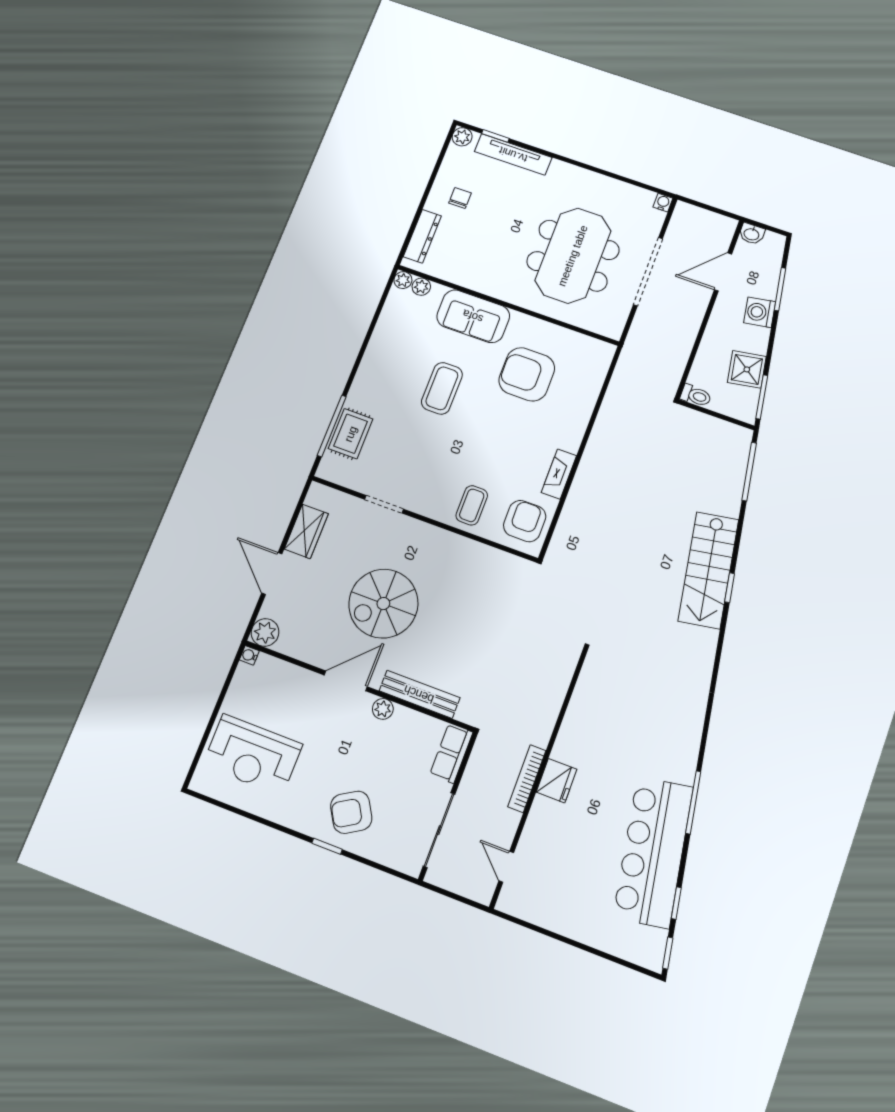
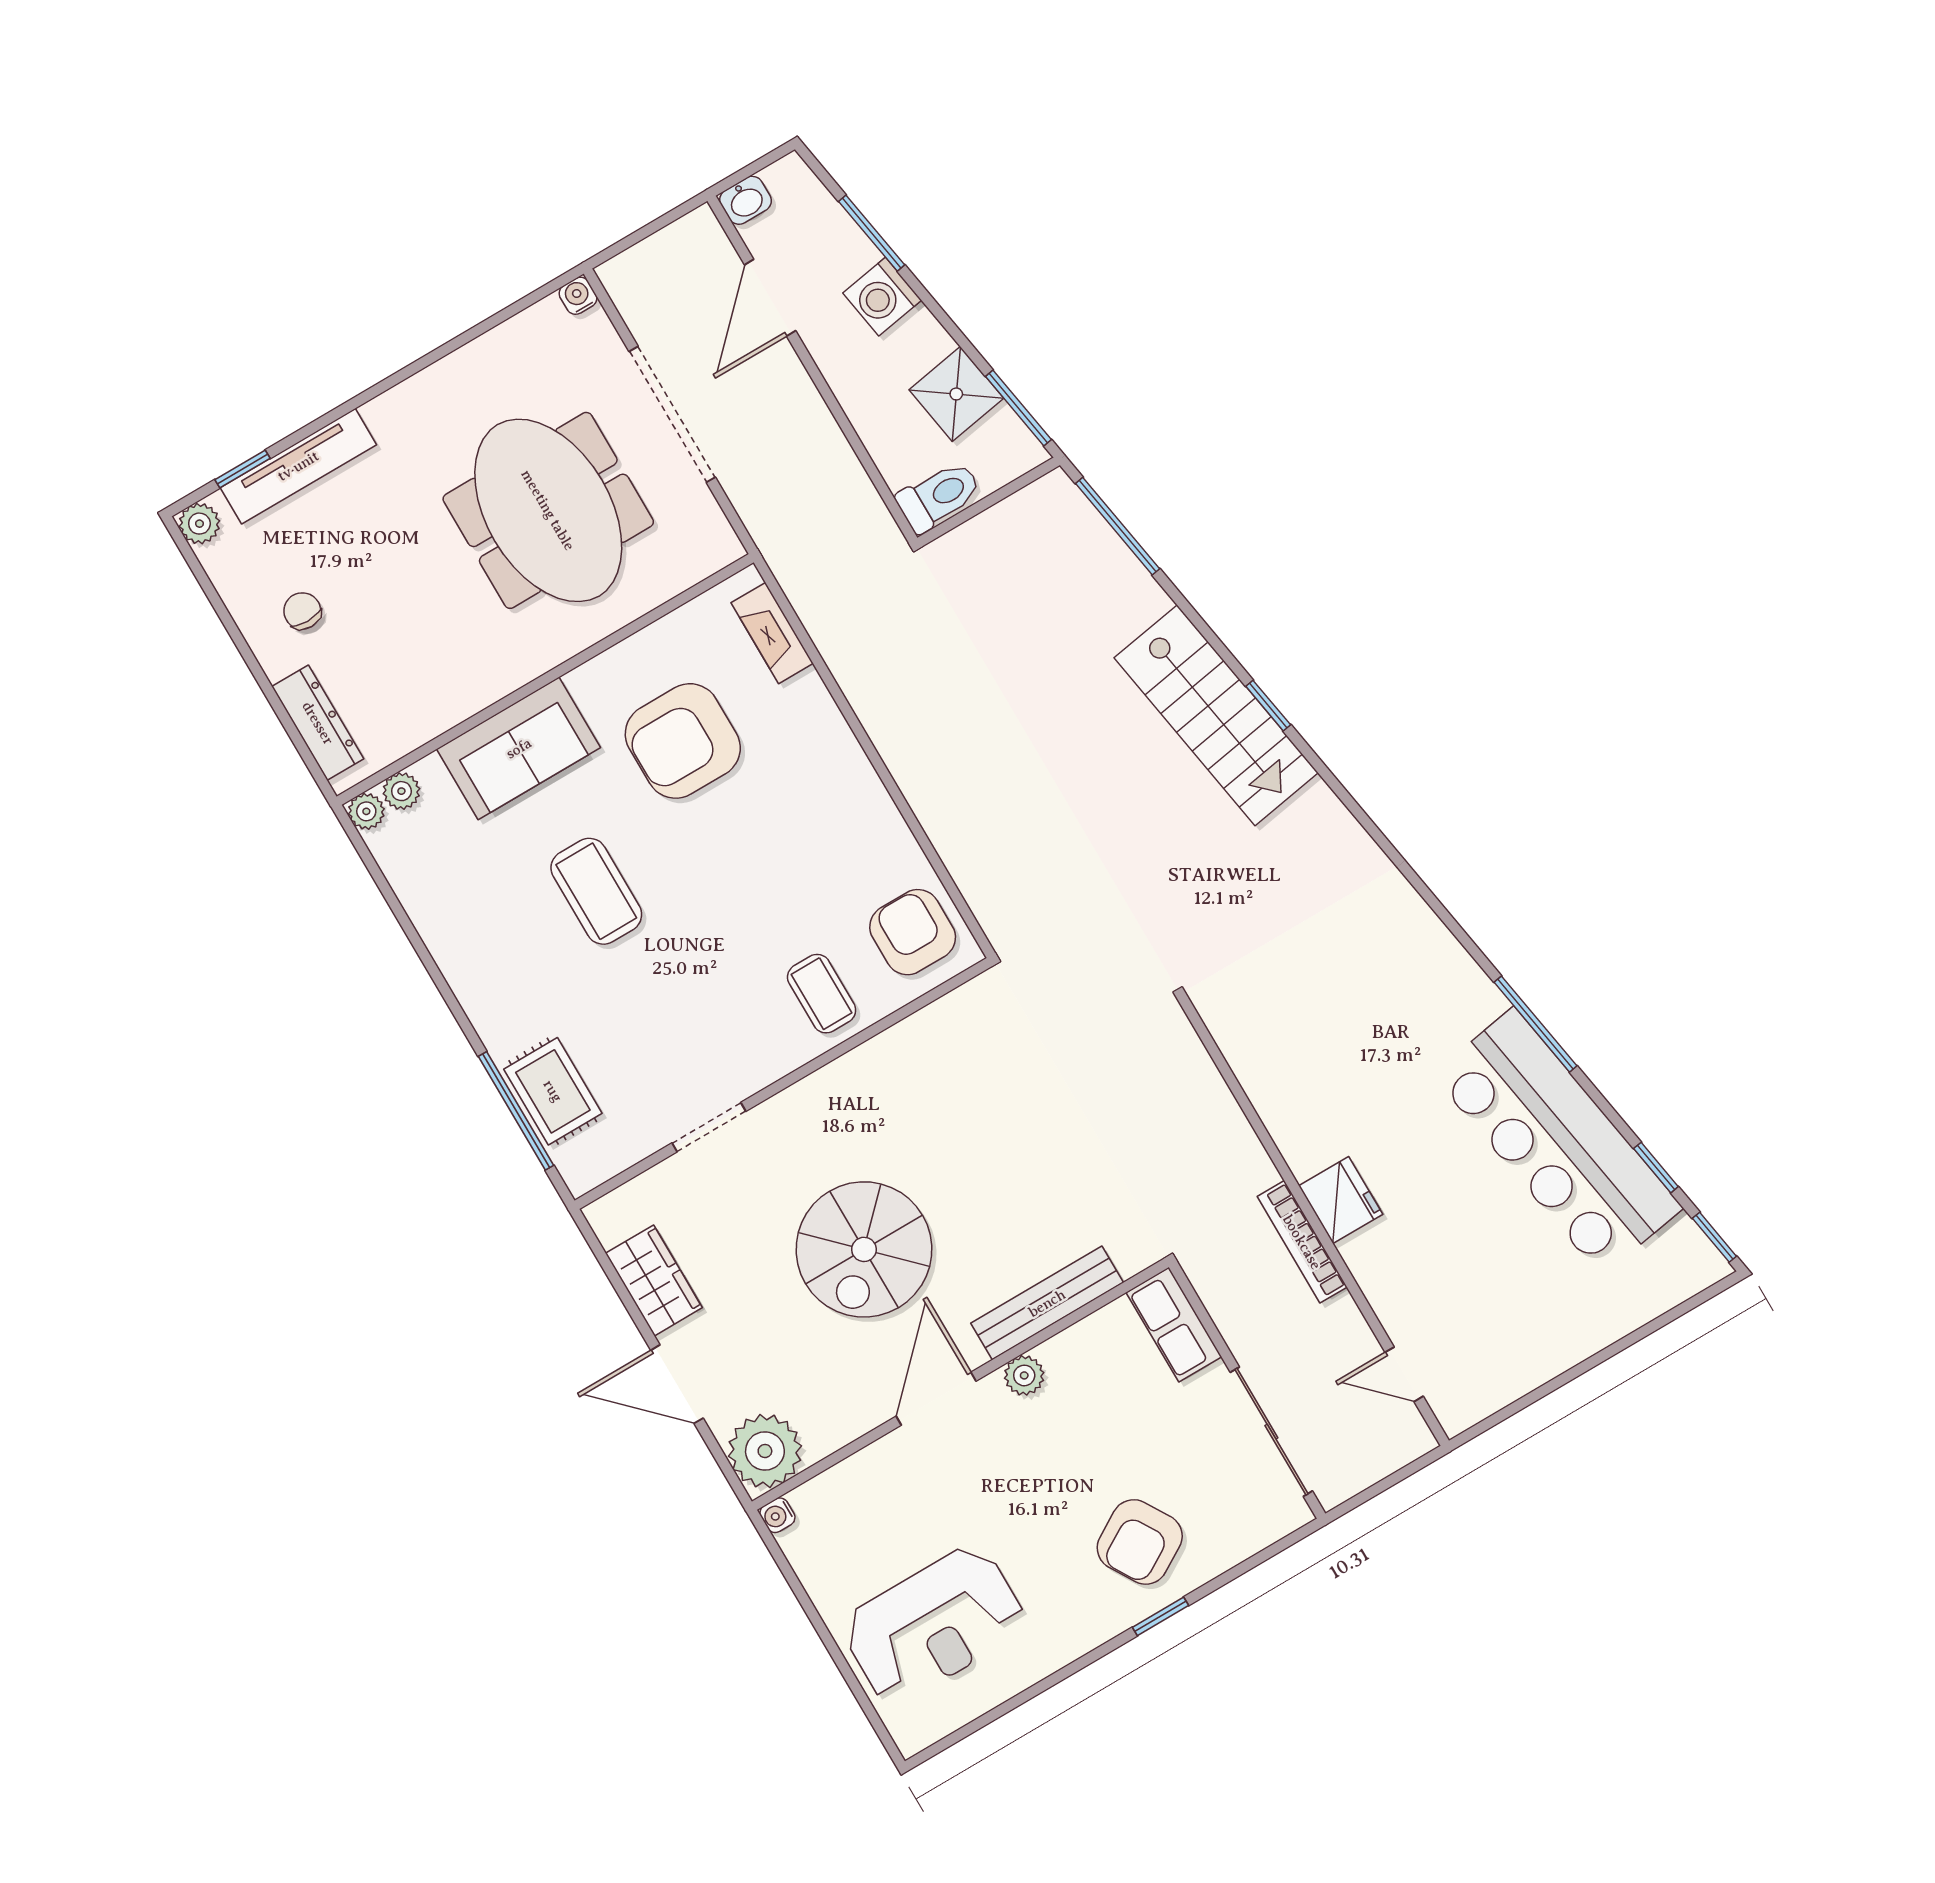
toilet: (696, 396) -> (939, 496), width x1.37, depth x1.39
fireplace: (559, 474) -> (772, 633), moved
plant: (265, 632) -> (765, 1451), width x1.36, depth x1.36

